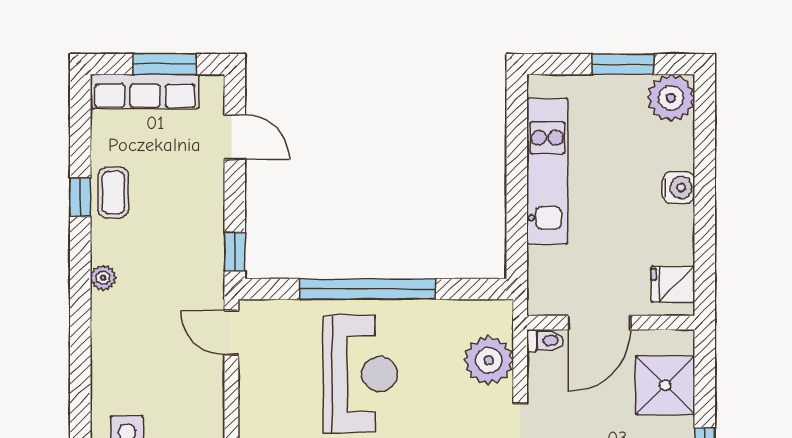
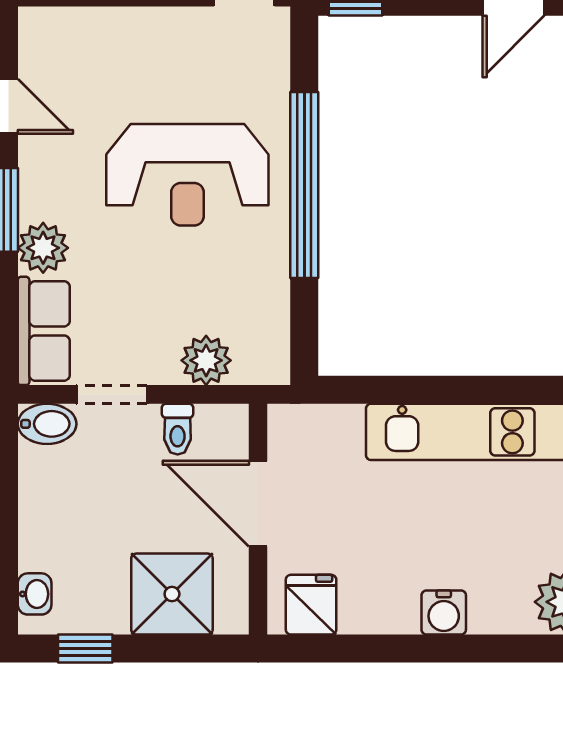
toilet: (545, 341) -> (178, 429), moved
plant: (489, 360) -> (206, 360), width x0.73, depth x0.73

